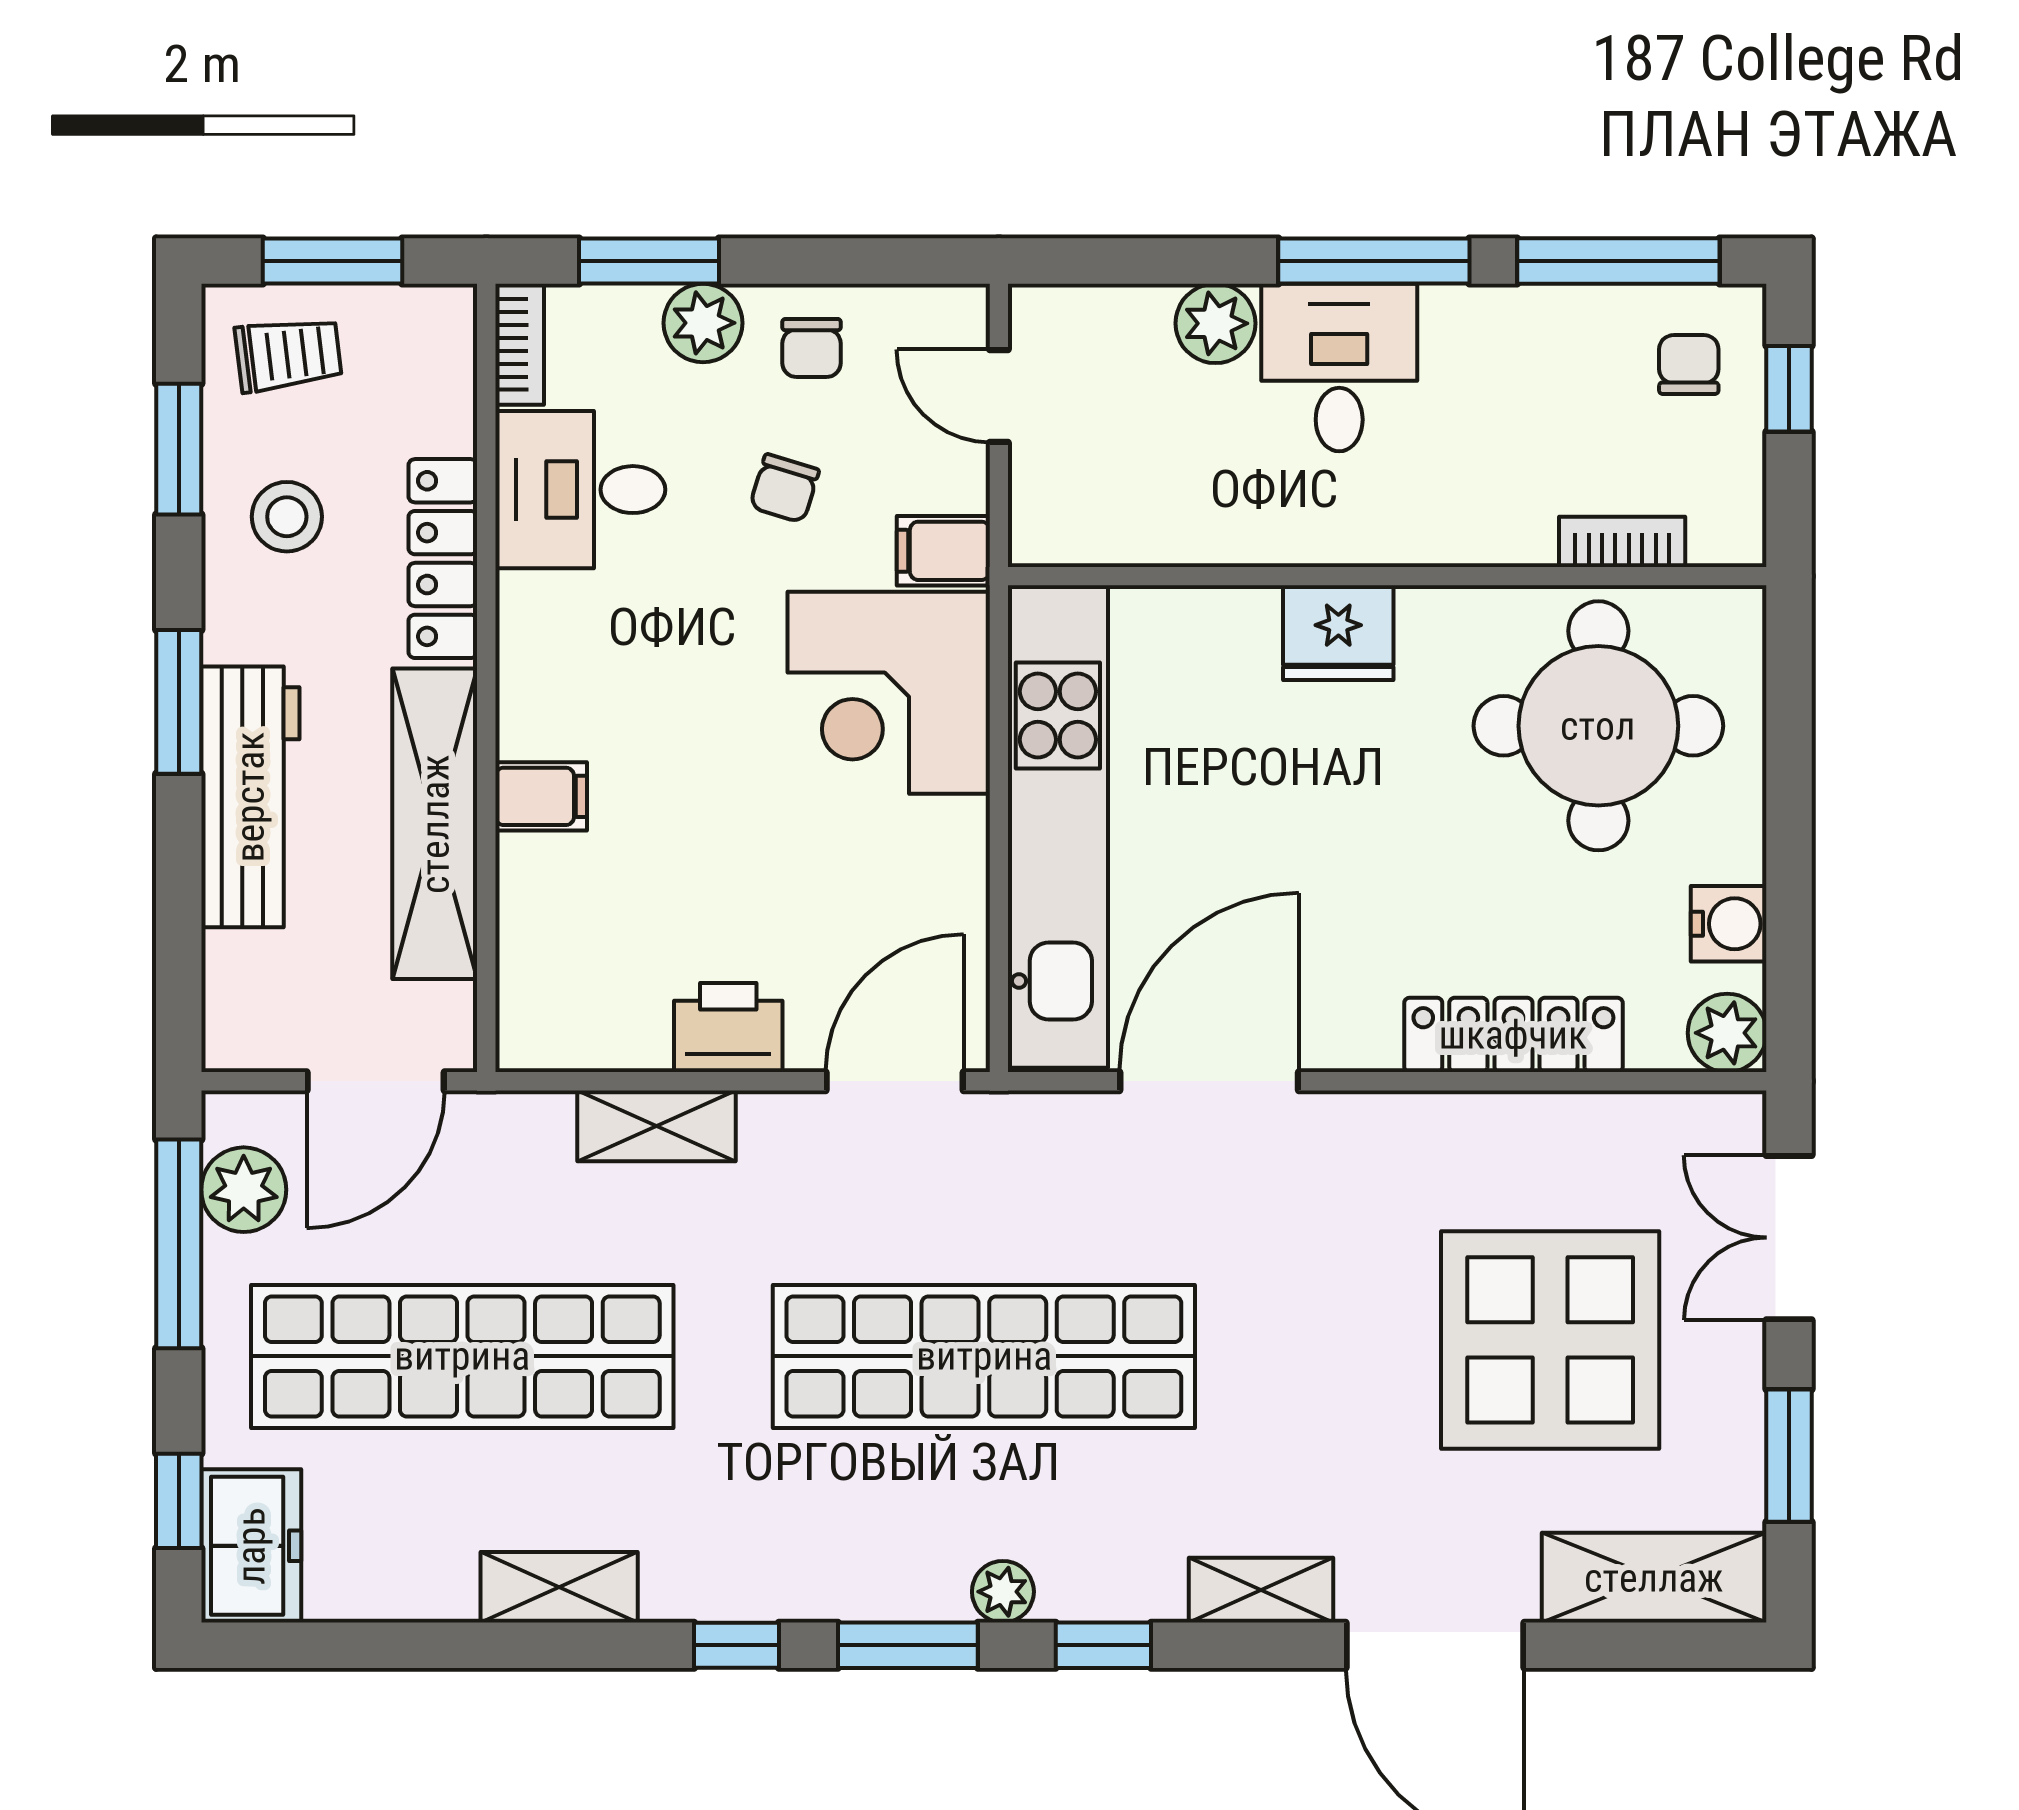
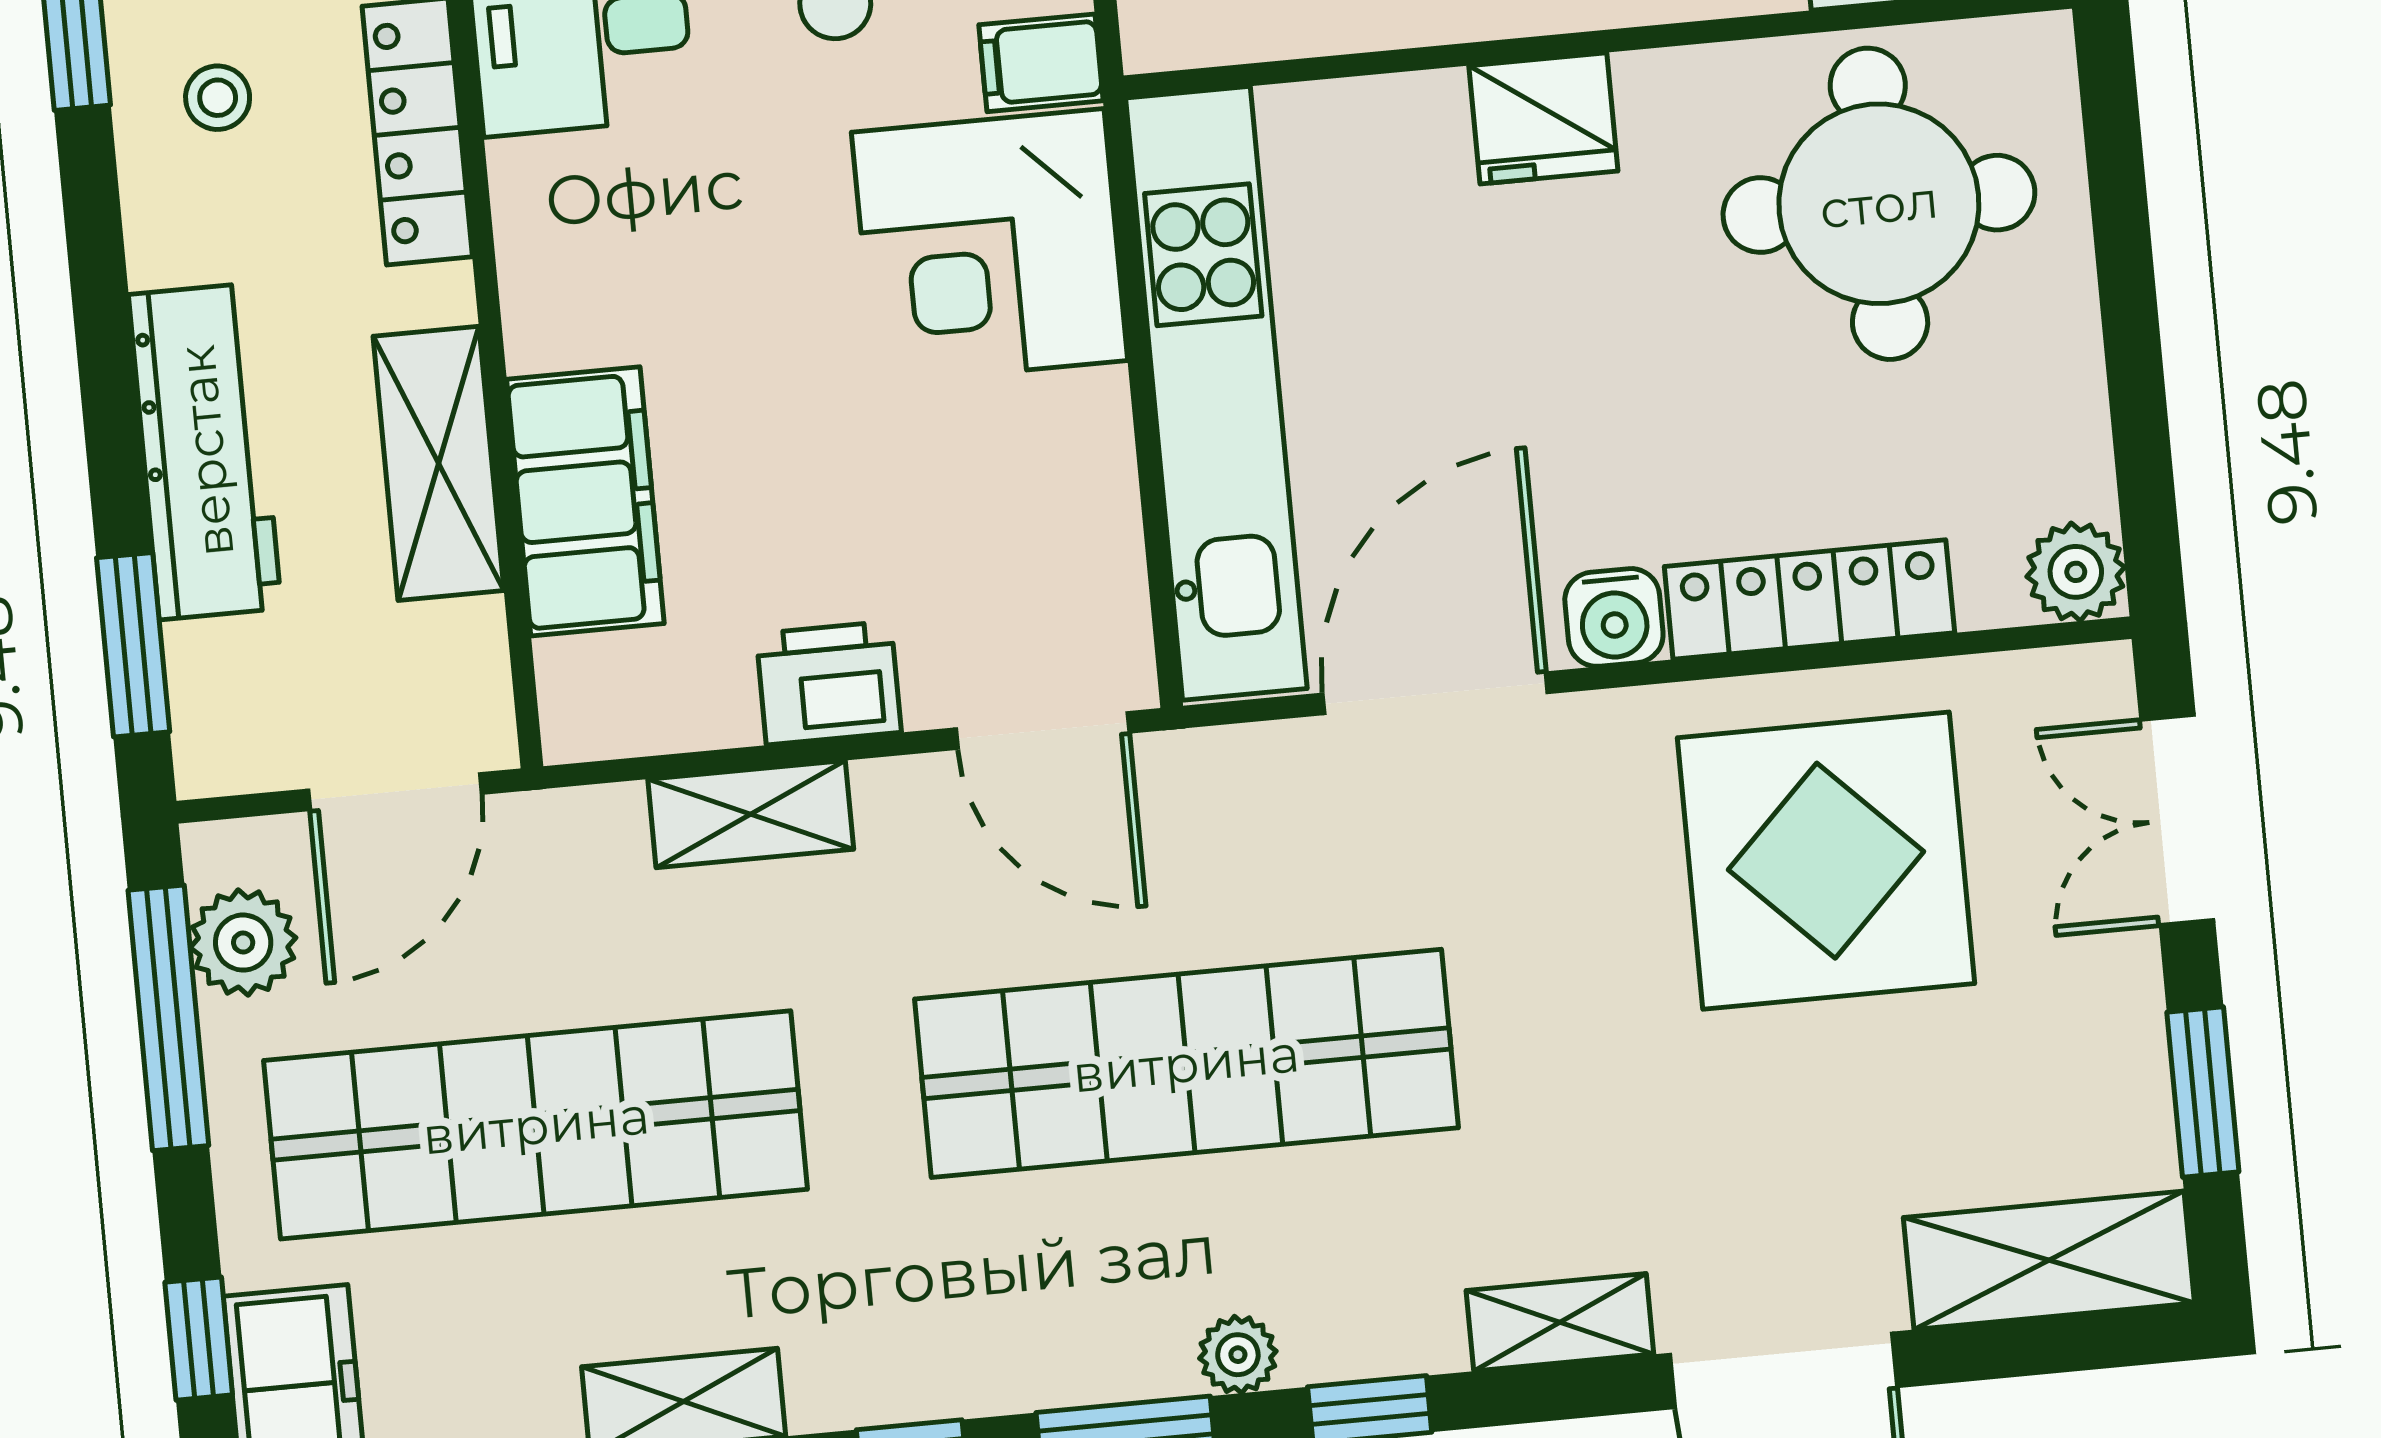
stool: (287, 517) -> (218, 98), width x0.73, depth x0.73
window: (179, 702) -> (133, 645), moved
filing cabinet: (541, 796) -> (585, 501), width x3.00, depth x1.17
shelving: (435, 824) -> (438, 463), width x0.68
water cooler: (1729, 924) -> (1614, 617), moved, turned 90
door: (895, 1081) -> (1043, 730), swing flipped
display table: (1550, 1340) -> (1826, 861), moved

